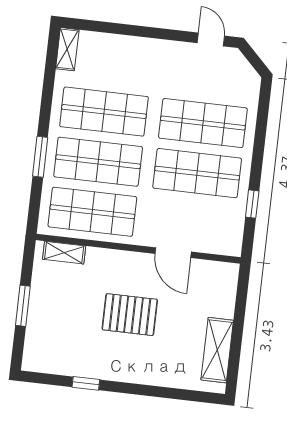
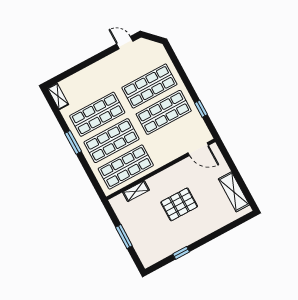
window: (40, 157) -> (73, 142), moved
shelving: (64, 253) -> (136, 191), moved
door: (173, 253) -> (198, 149), moved

